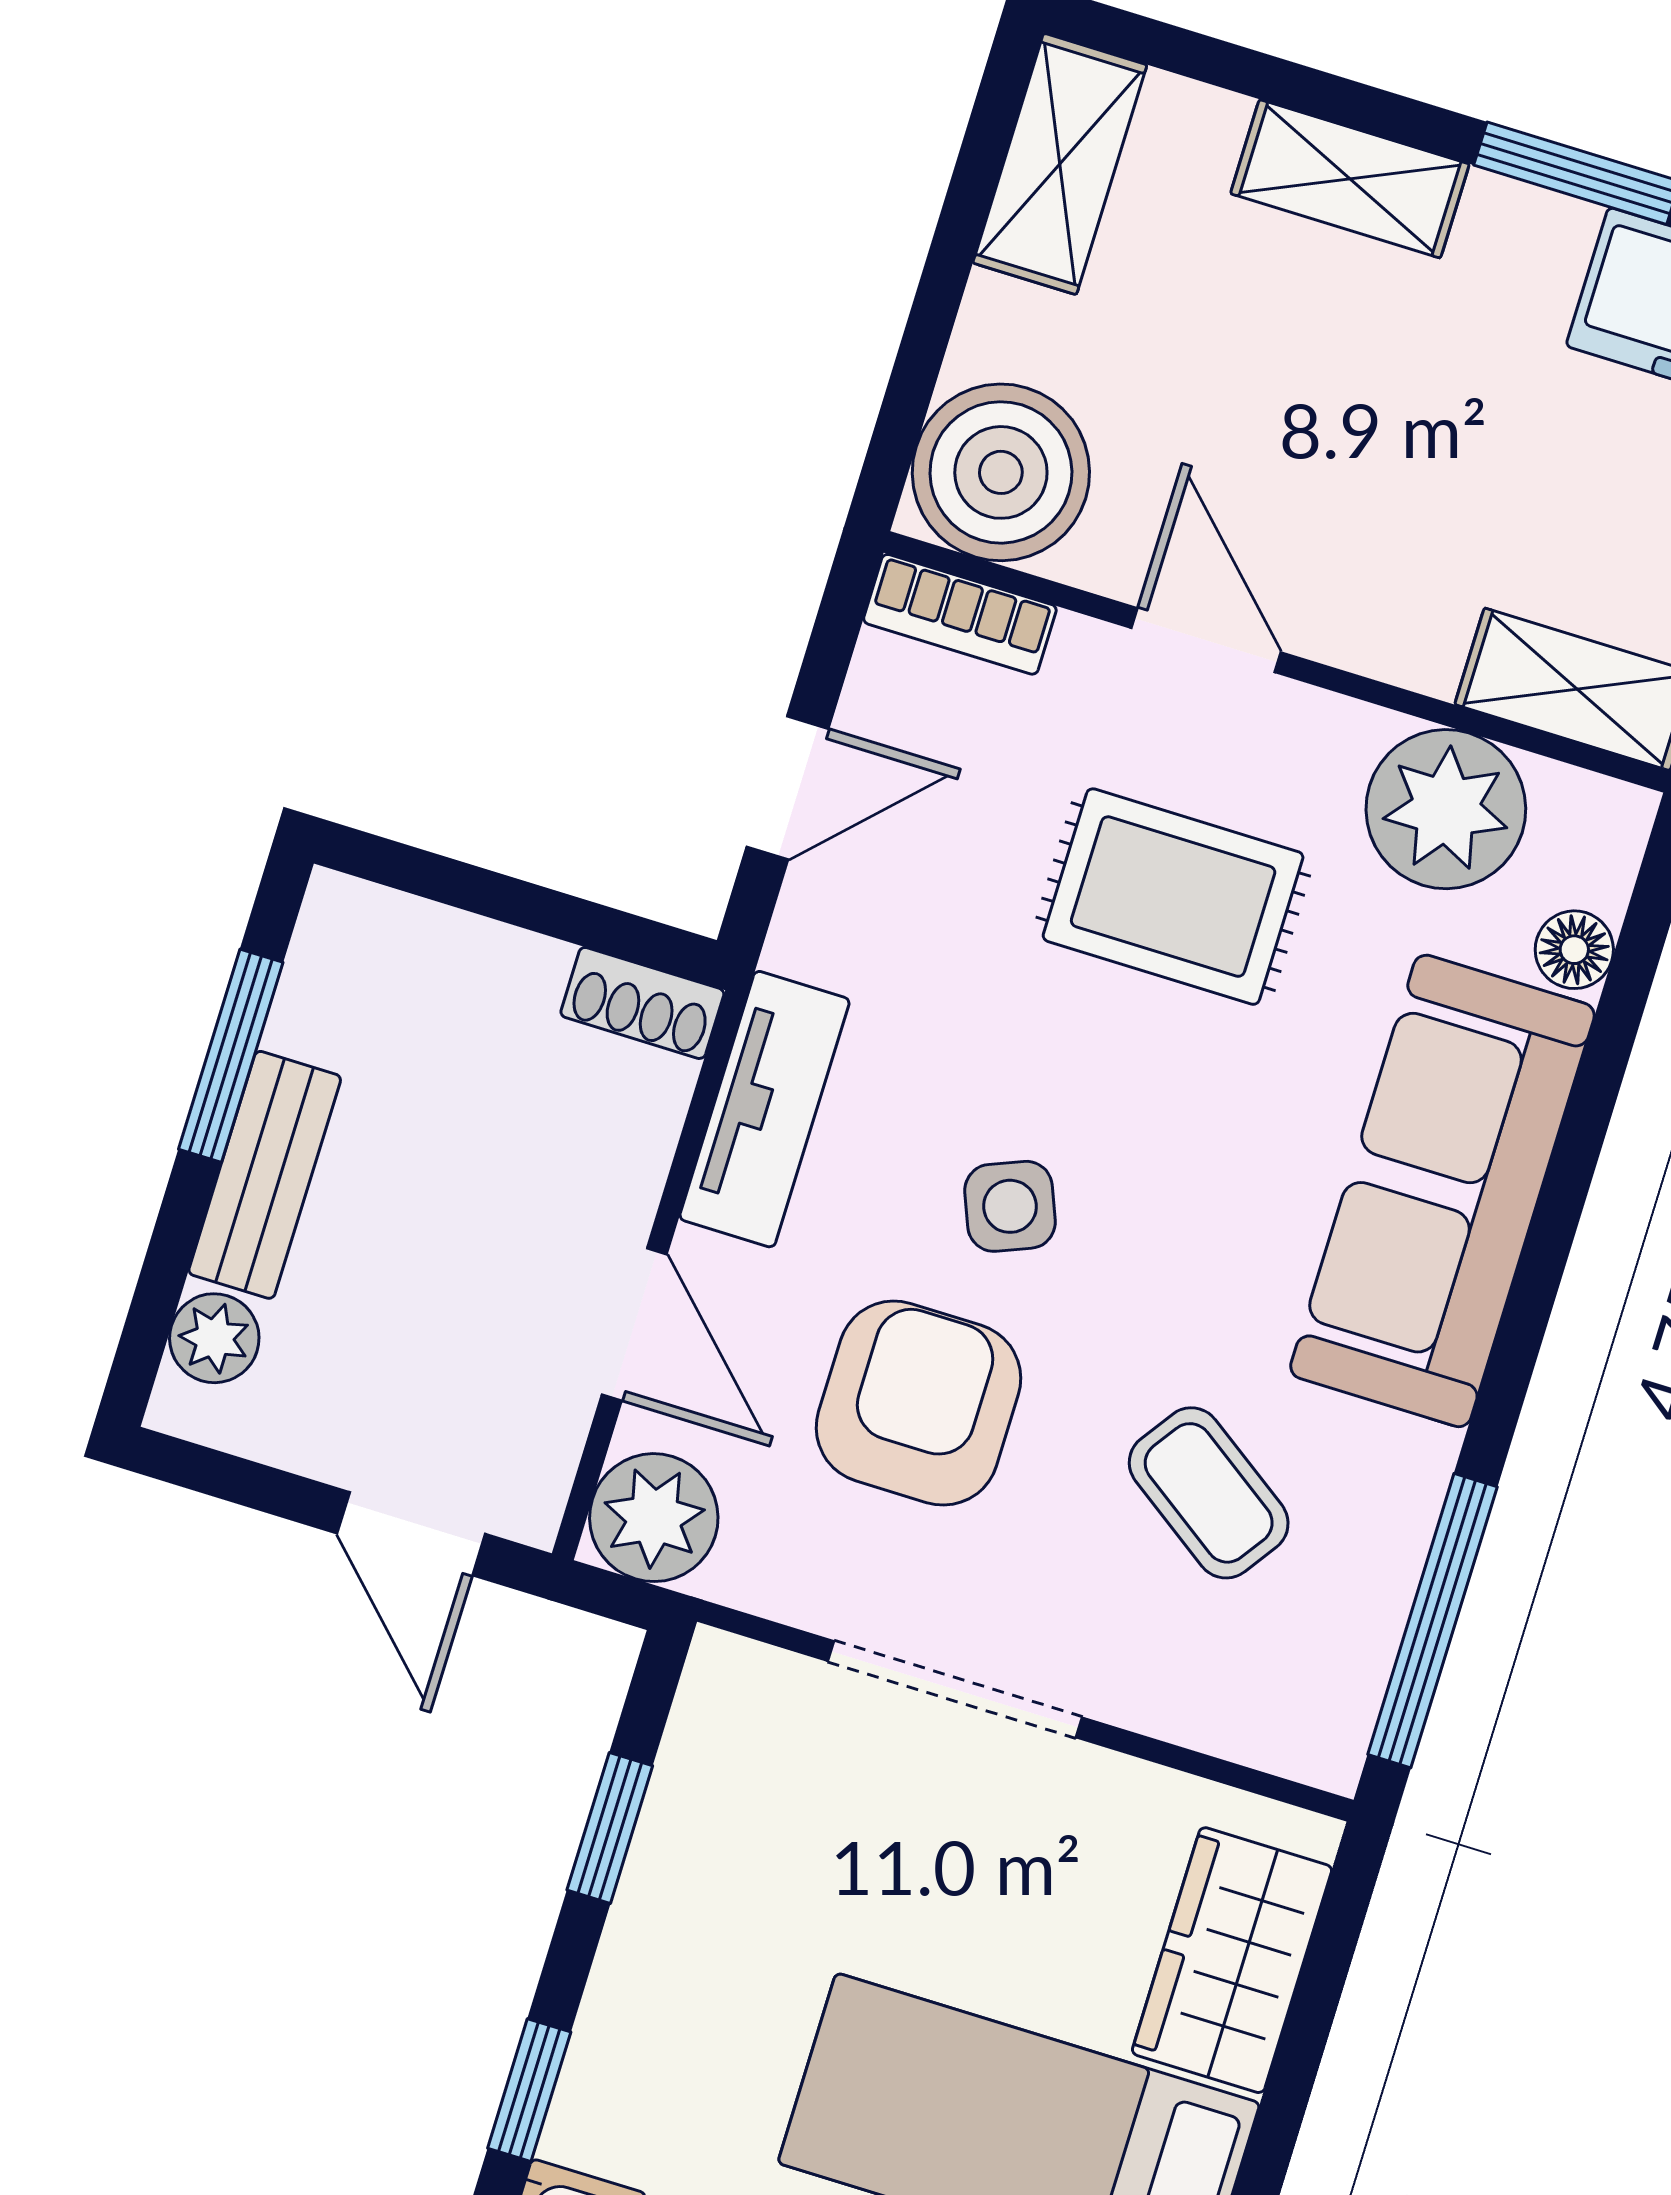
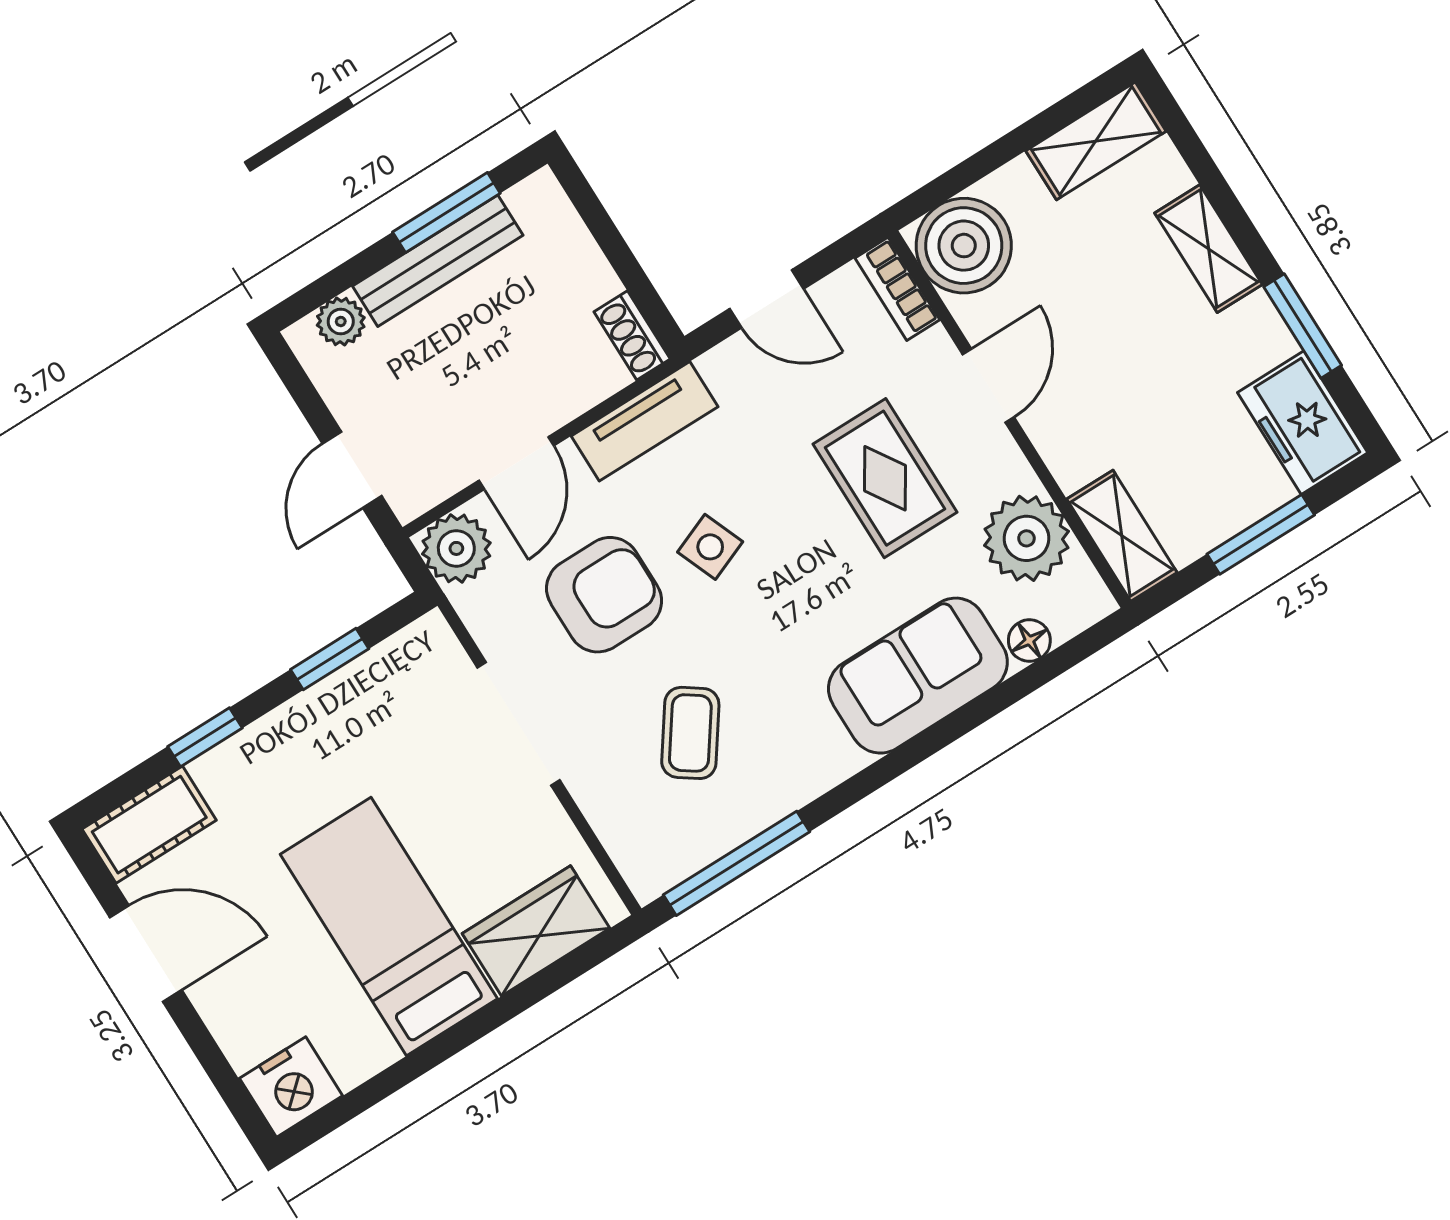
bench: (265, 1175) -> (438, 261), width x1.36
sofa: (1442, 1191) -> (918, 676), width x0.73

